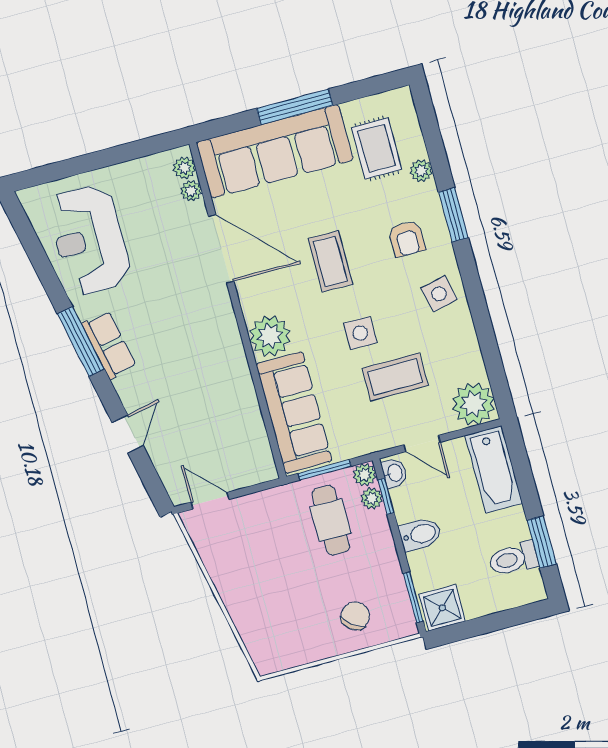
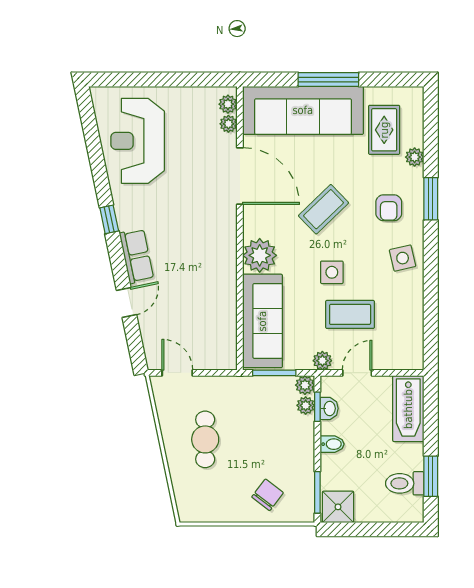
coffee table: (330, 261) -> (323, 209), turned 46
window: (81, 342) -> (109, 219), width x0.46
row of seats: (109, 345) -> (136, 256), moved
plant: (473, 404) -> (322, 361), moved, width x0.53, depth x0.53
door: (422, 444) -> (357, 373), swing flipped
washbasin: (395, 473) -> (329, 408), moved
cafe table: (331, 520) -> (205, 439), moved
bidet: (420, 534) -> (332, 444), width x0.72, depth x0.74

